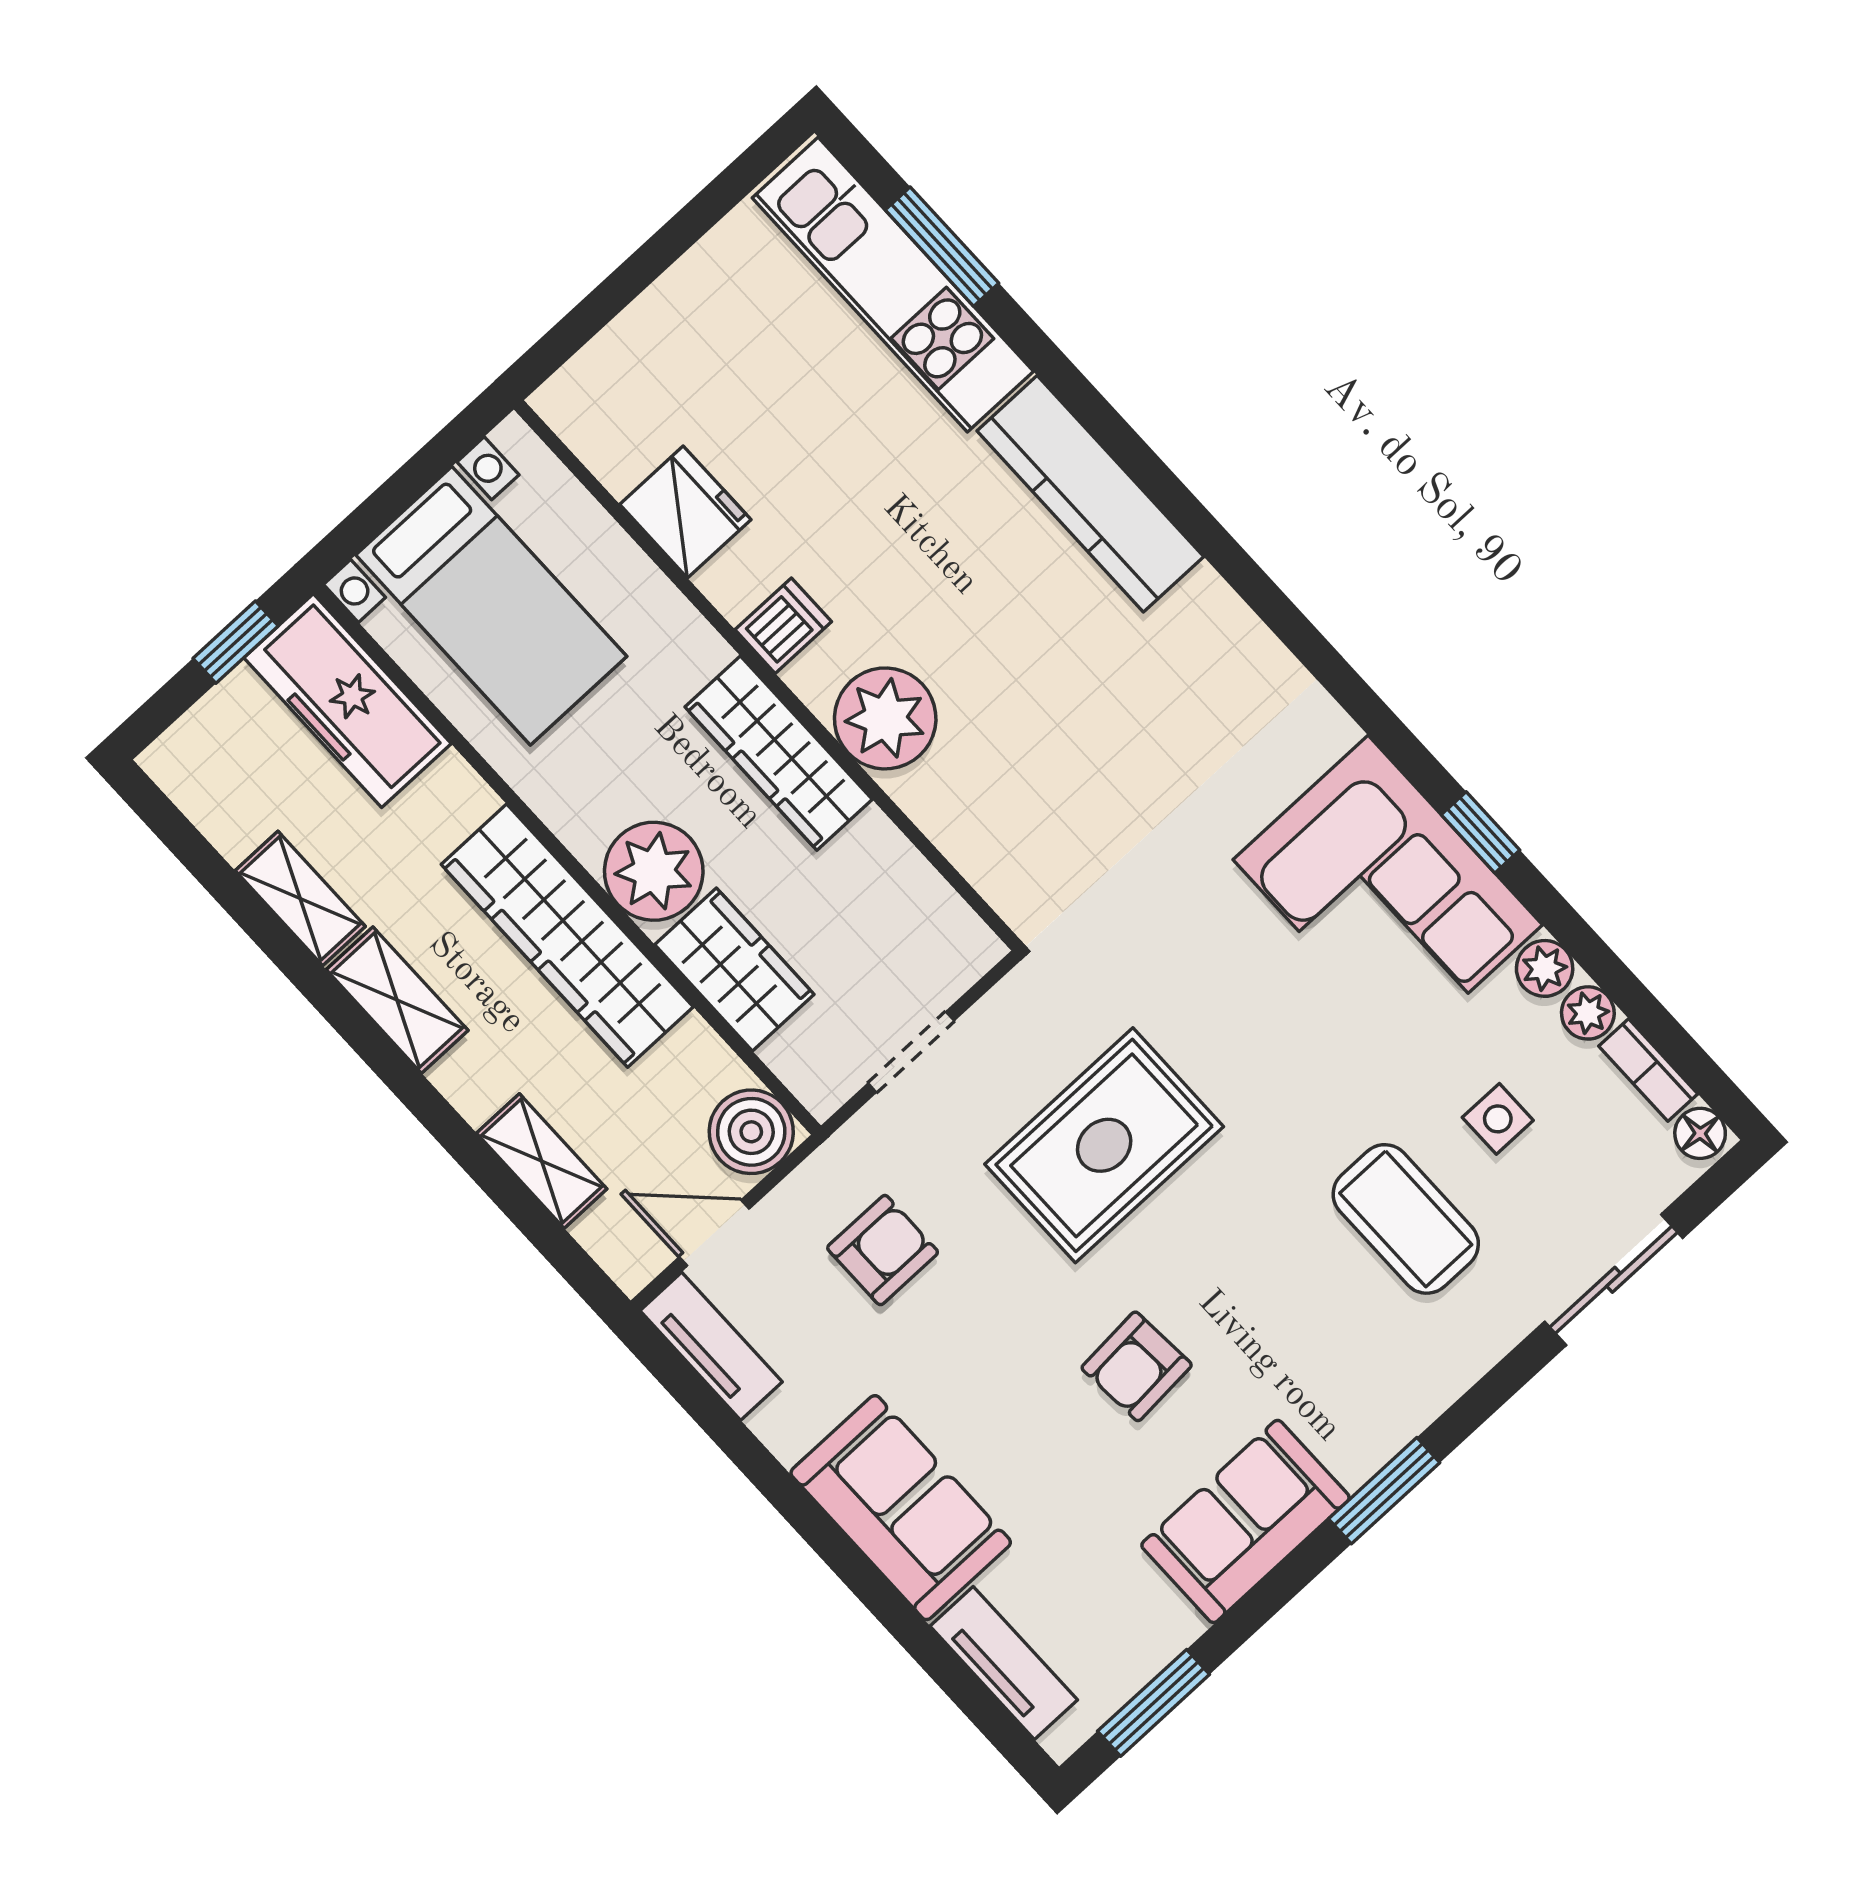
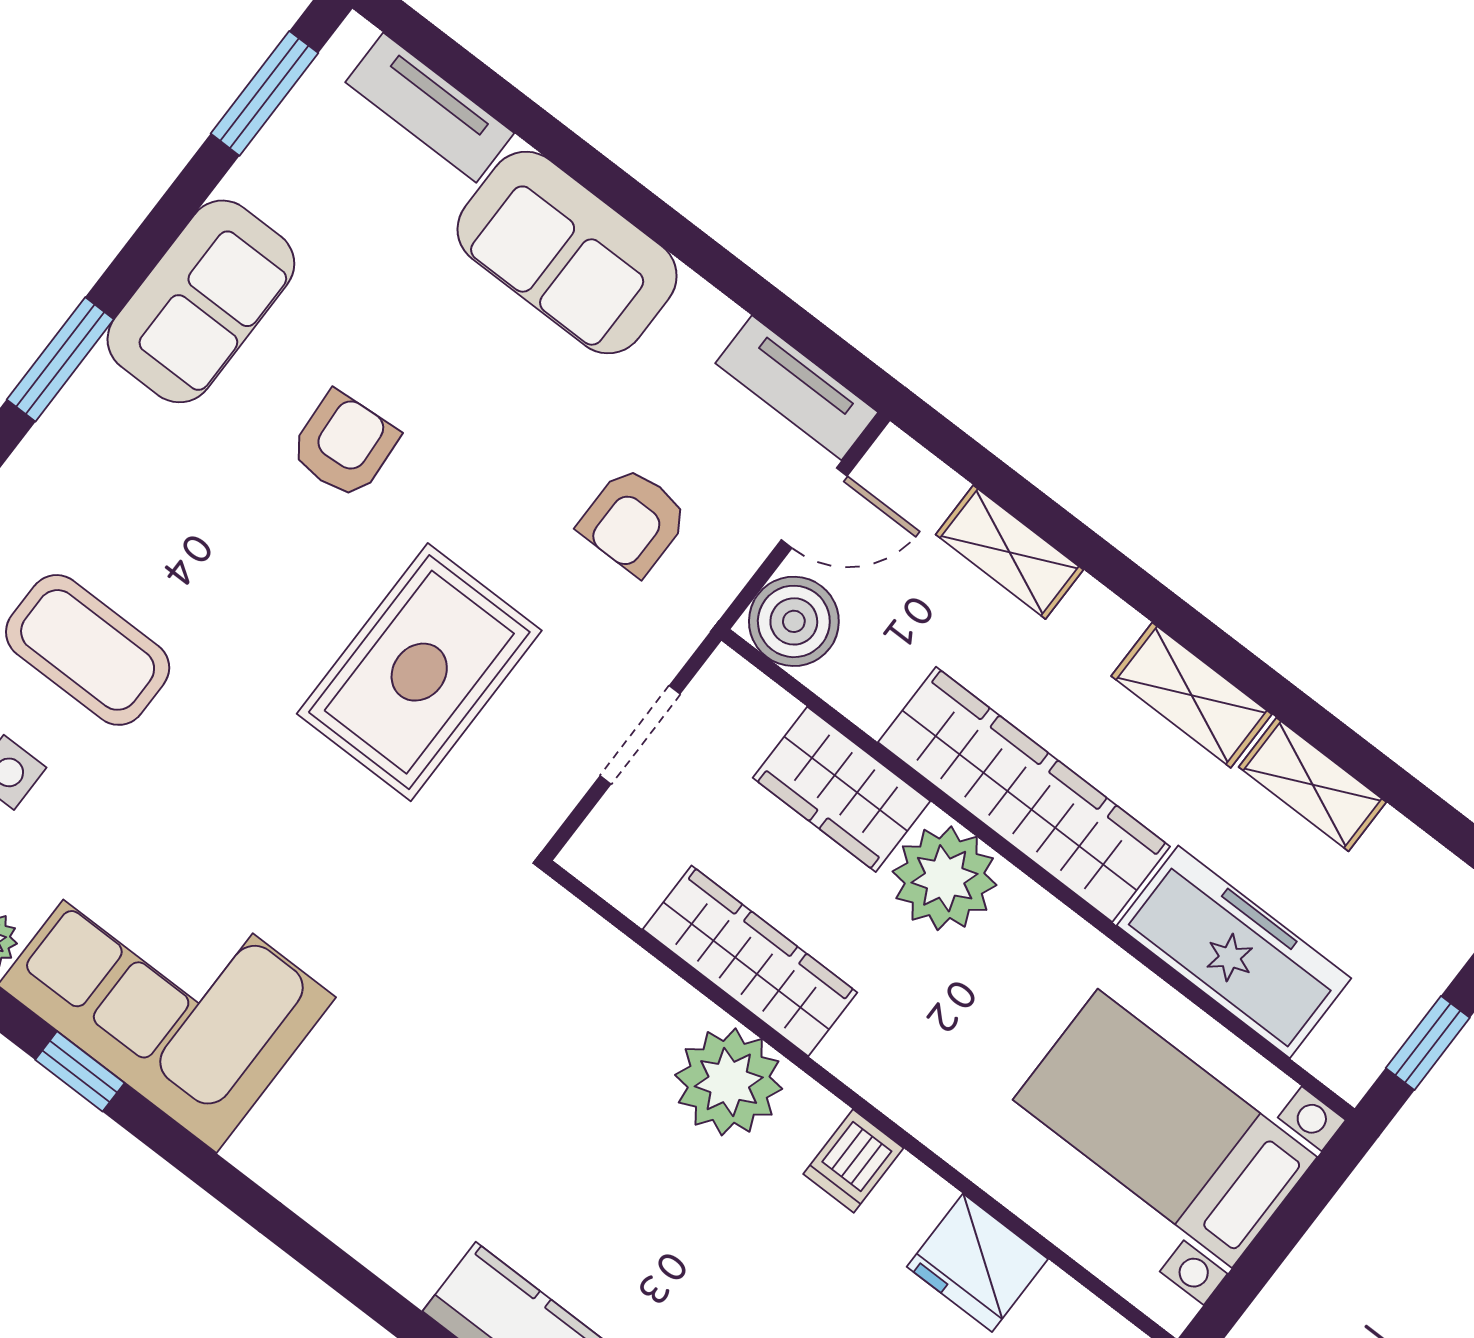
freezer: (348, 701) -> (1234, 952), moved
wardrobe: (779, 753) -> (750, 961), moved

